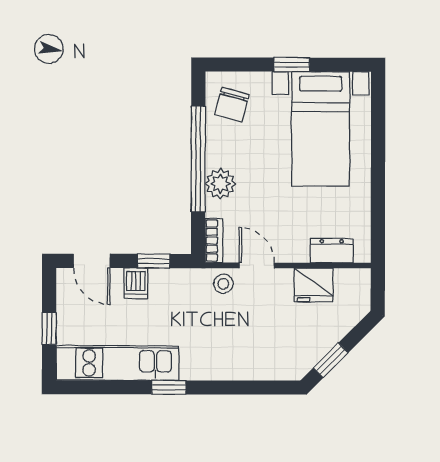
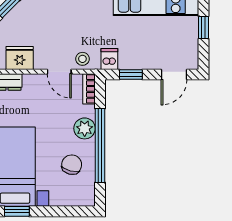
window: (292, 65) -> (17, 211), moved
chair: (232, 105) -> (72, 165), moved
door: (92, 261) -> (174, 75), swing flipped
dishwasher: (136, 283) -> (109, 59), moved

